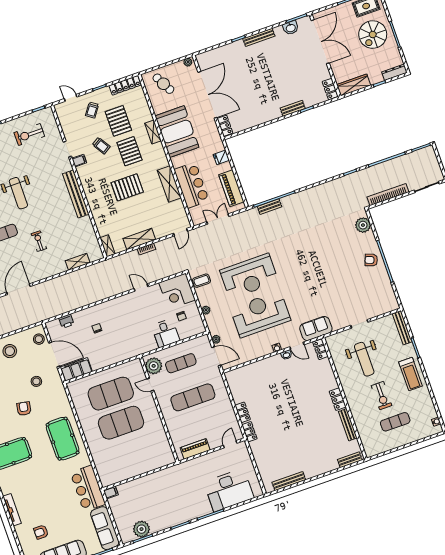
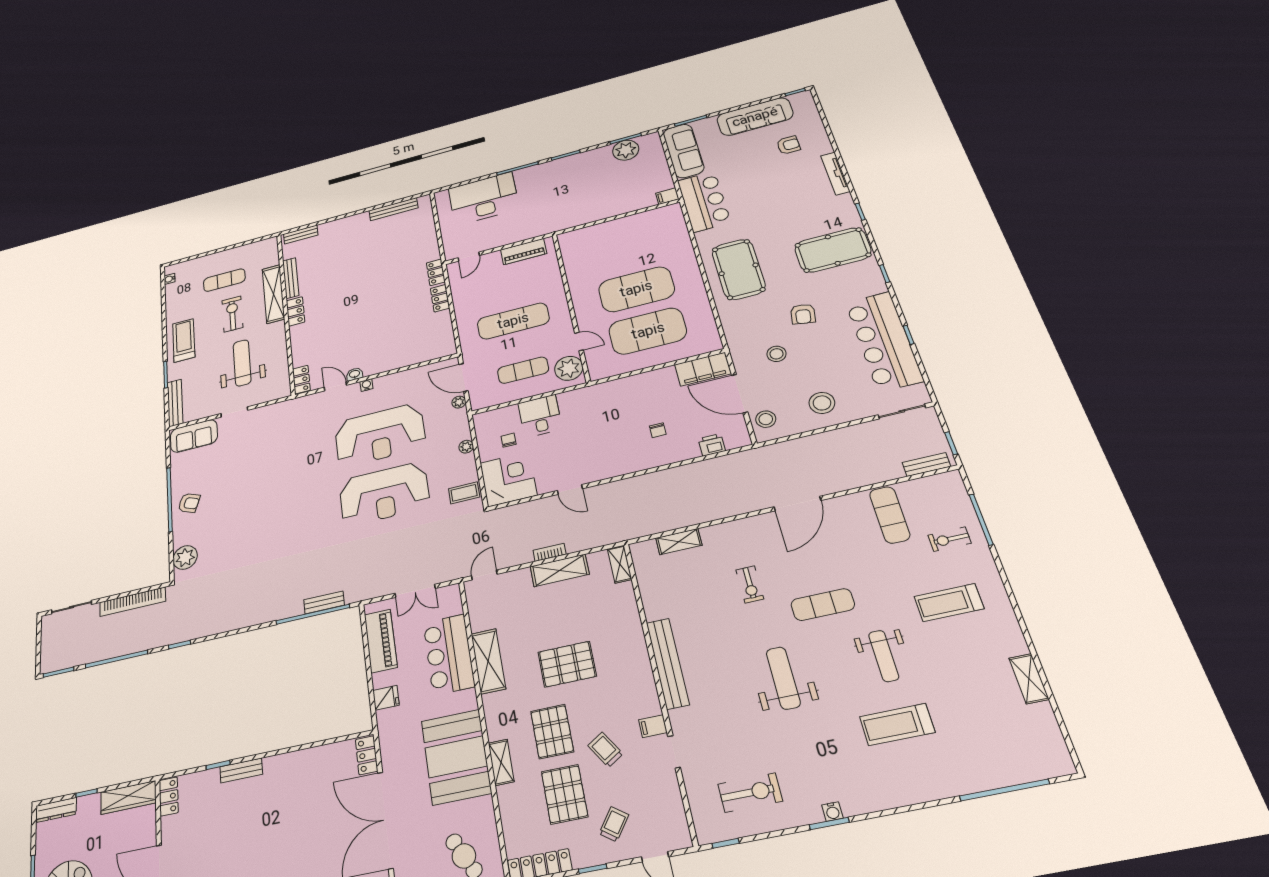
reception desk: (249, 276) -> (384, 494), turned 180
sofa: (316, 328) -> (194, 436), moved
shelving: (357, 412) -> (273, 294), added

